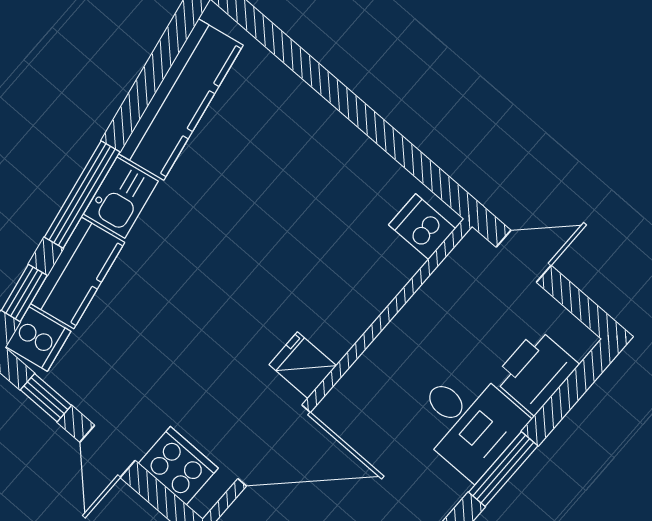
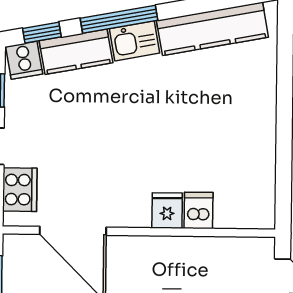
dishwasher: (422, 227) -> (199, 210), moved
fridge: (303, 365) -> (167, 211), moved

